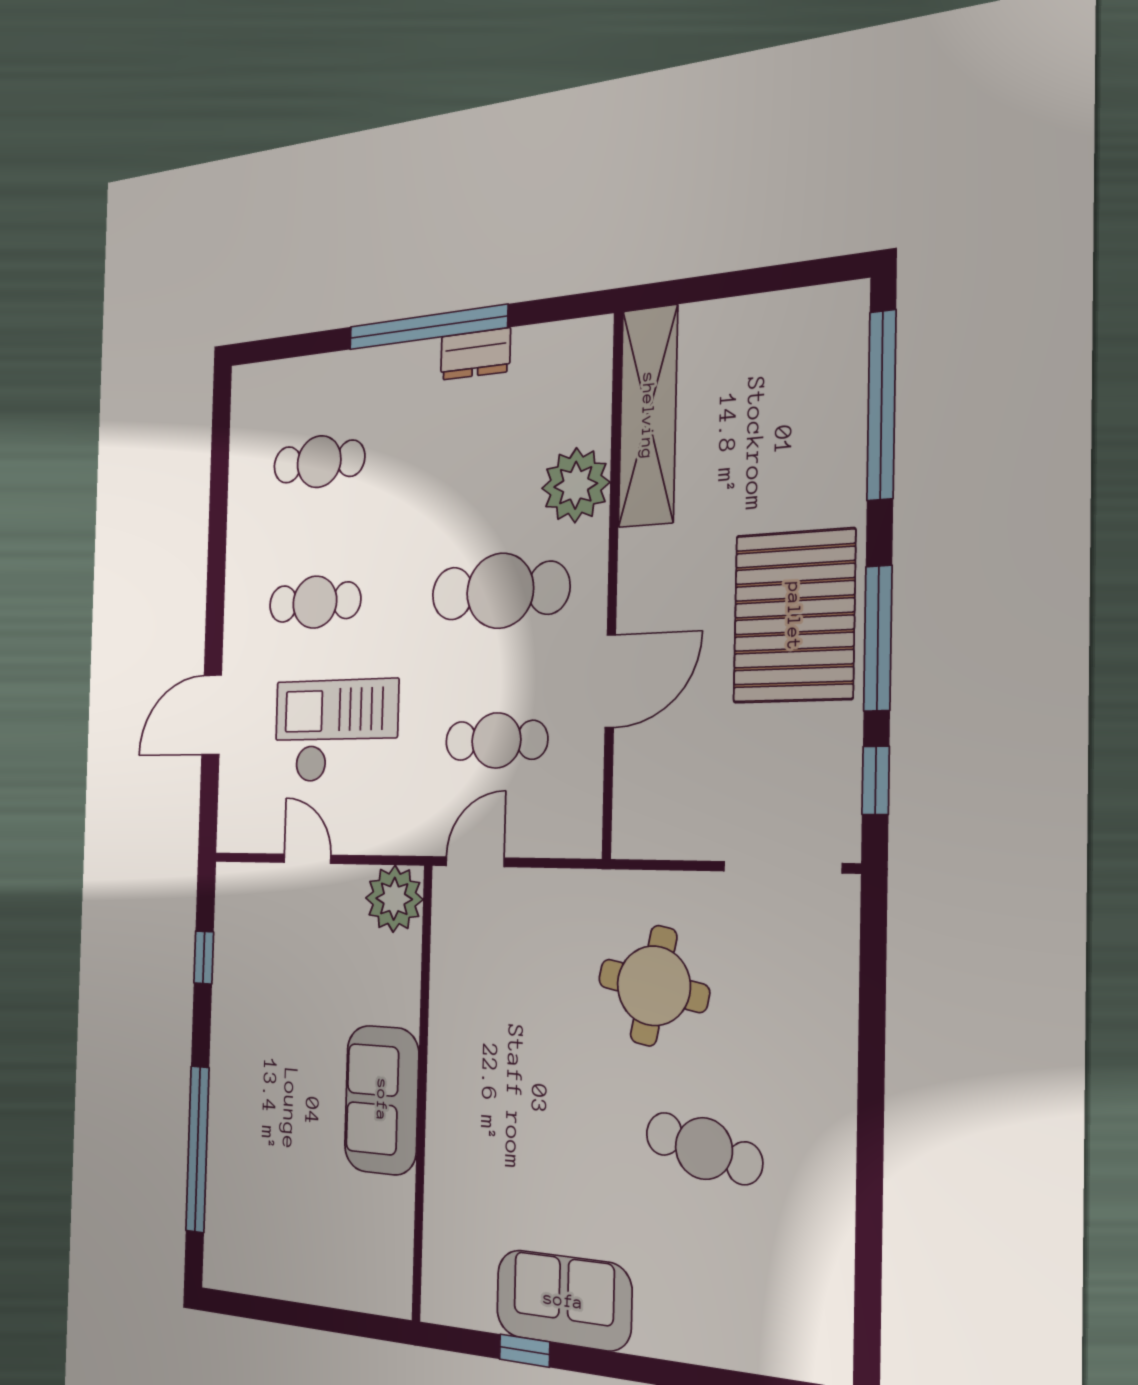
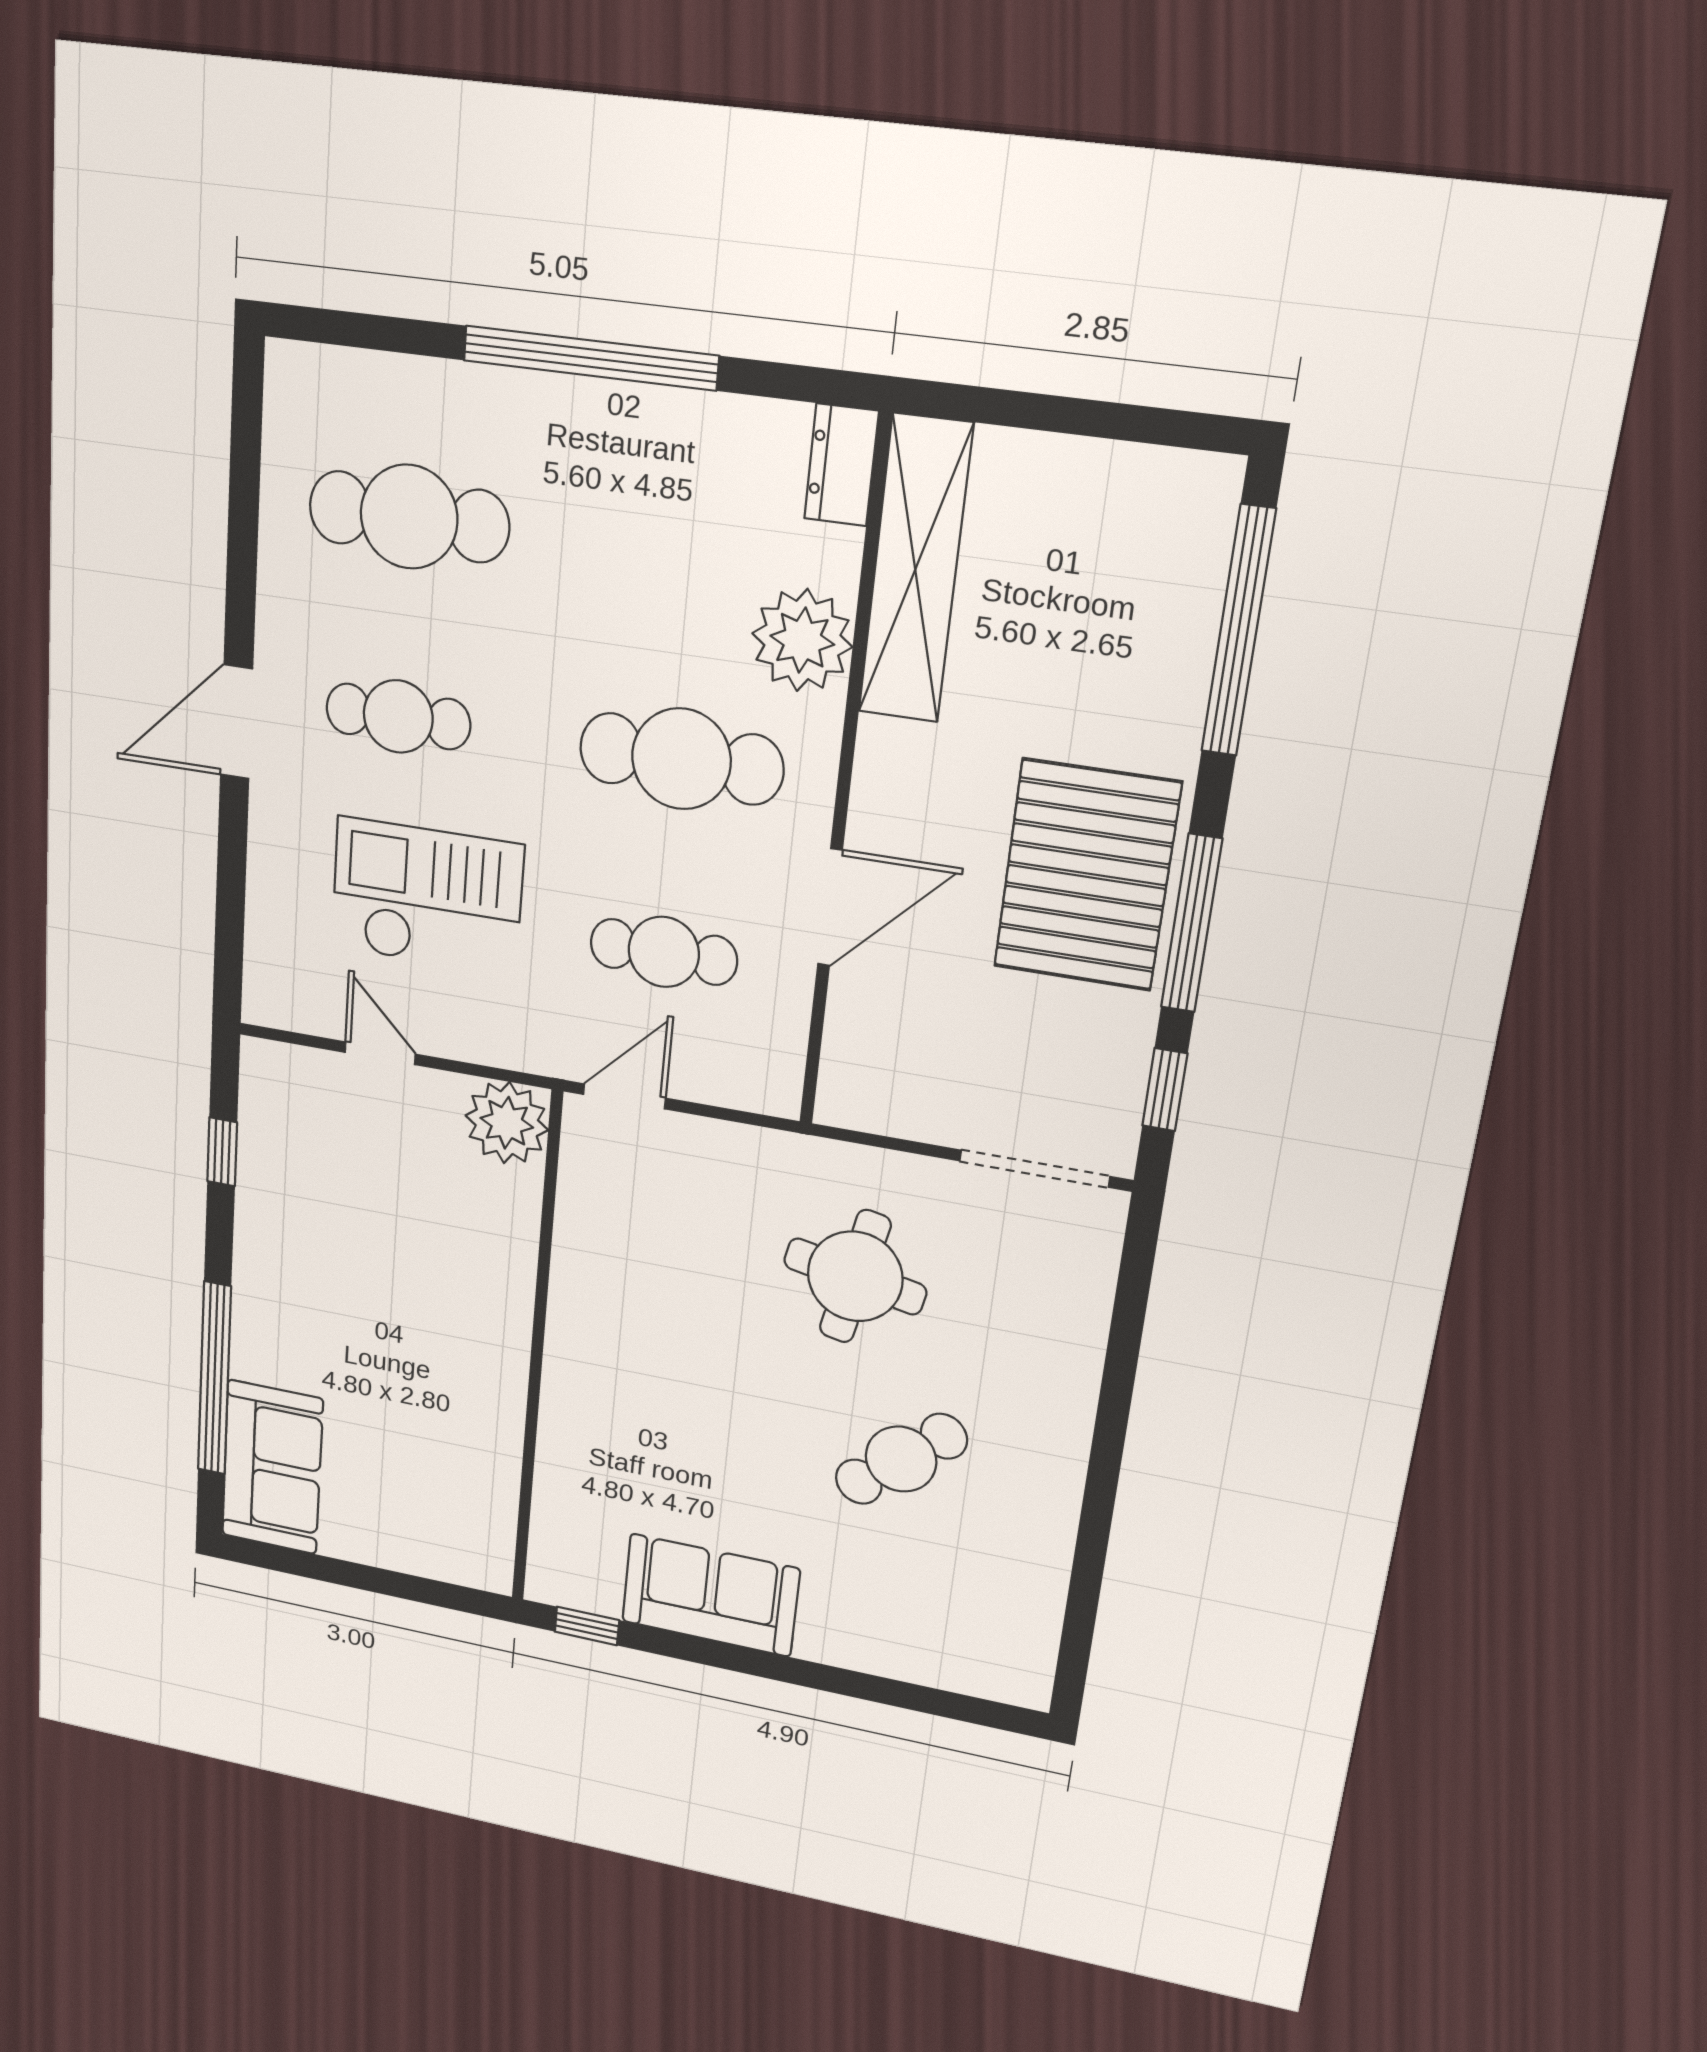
dresser: (475, 354) -> (841, 465), moved, turned 90
cafe table: (319, 462) -> (409, 517), width x1.37, depth x1.35
door: (212, 715) -> (236, 722), moved
sofa: (382, 1100) -> (272, 1467), moved, turned 180
cafe table: (704, 1148) -> (901, 1459), turned -55
window: (525, 1351) -> (587, 1626), moved

